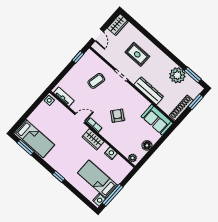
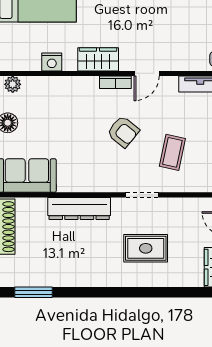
plant: (177, 75) -> (56, 271), removed
armchair: (117, 116) -> (123, 132), moved

